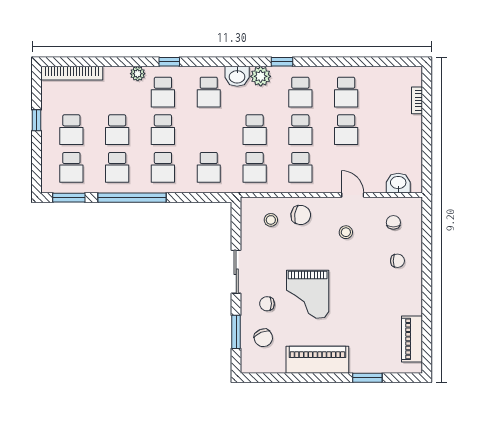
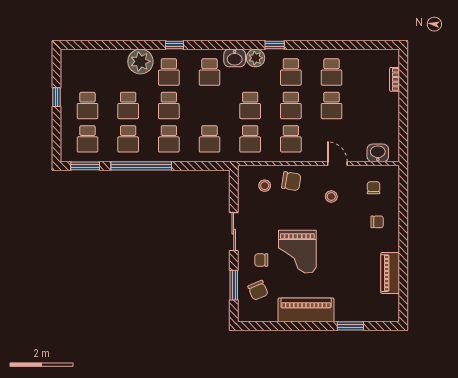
bookcase: (72, 73) -> (88, 55), removed
plant: (138, 74) -> (140, 61), width x1.87, depth x1.87
piano: (412, 339) -> (390, 273), moved

